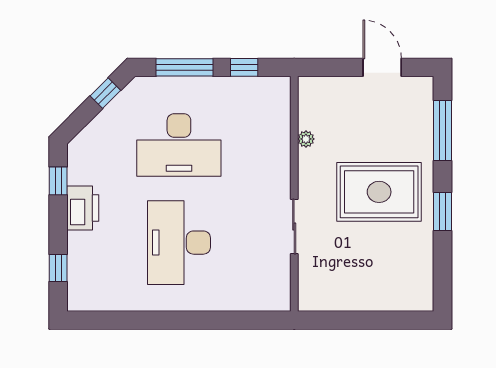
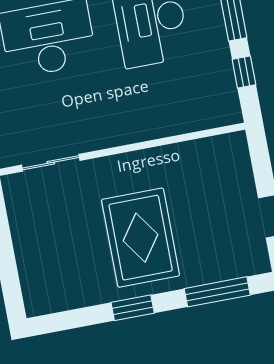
plant: (306, 139) -> (181, 151), removed
sliding door: (294, 227) -> (51, 163), moved

